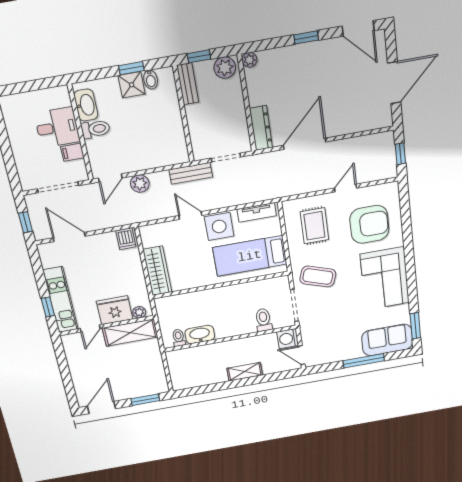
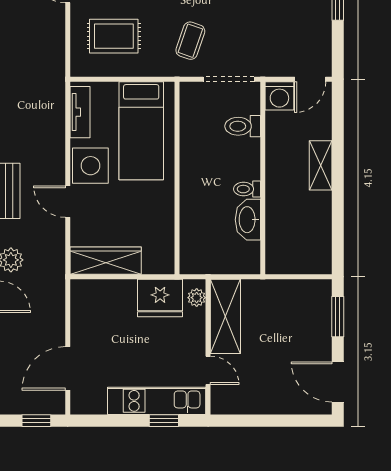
door: (190, 216) -> (68, 202), hinge flipped
dishwasher: (126, 239) -> (84, 294), removed
wardrobe: (157, 271) -> (106, 261), moved
coffee table: (318, 276) -> (190, 41), width x0.73, depth x0.77
fridge: (115, 310) -> (160, 298), moved, turned -90
toilet: (179, 338) -> (247, 189), moved

